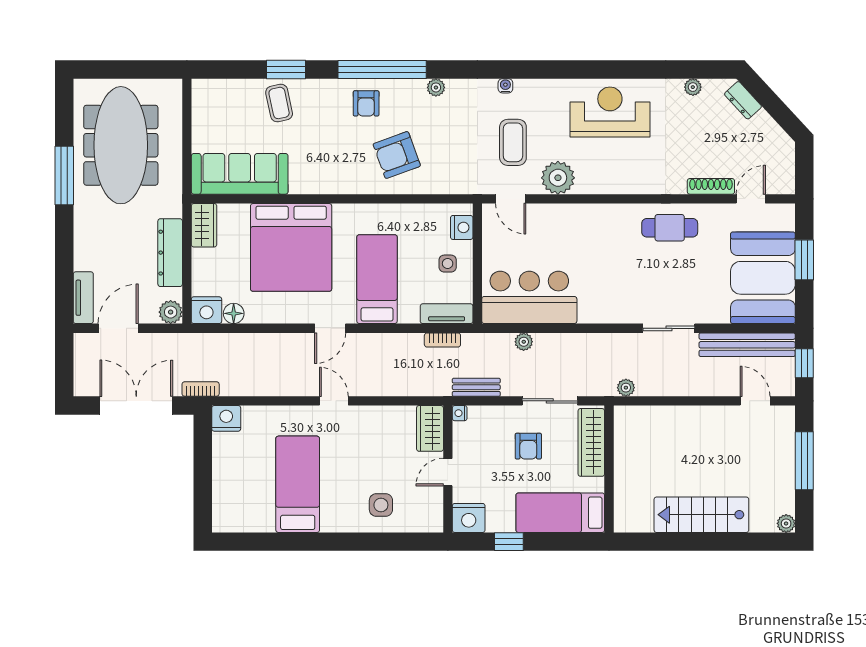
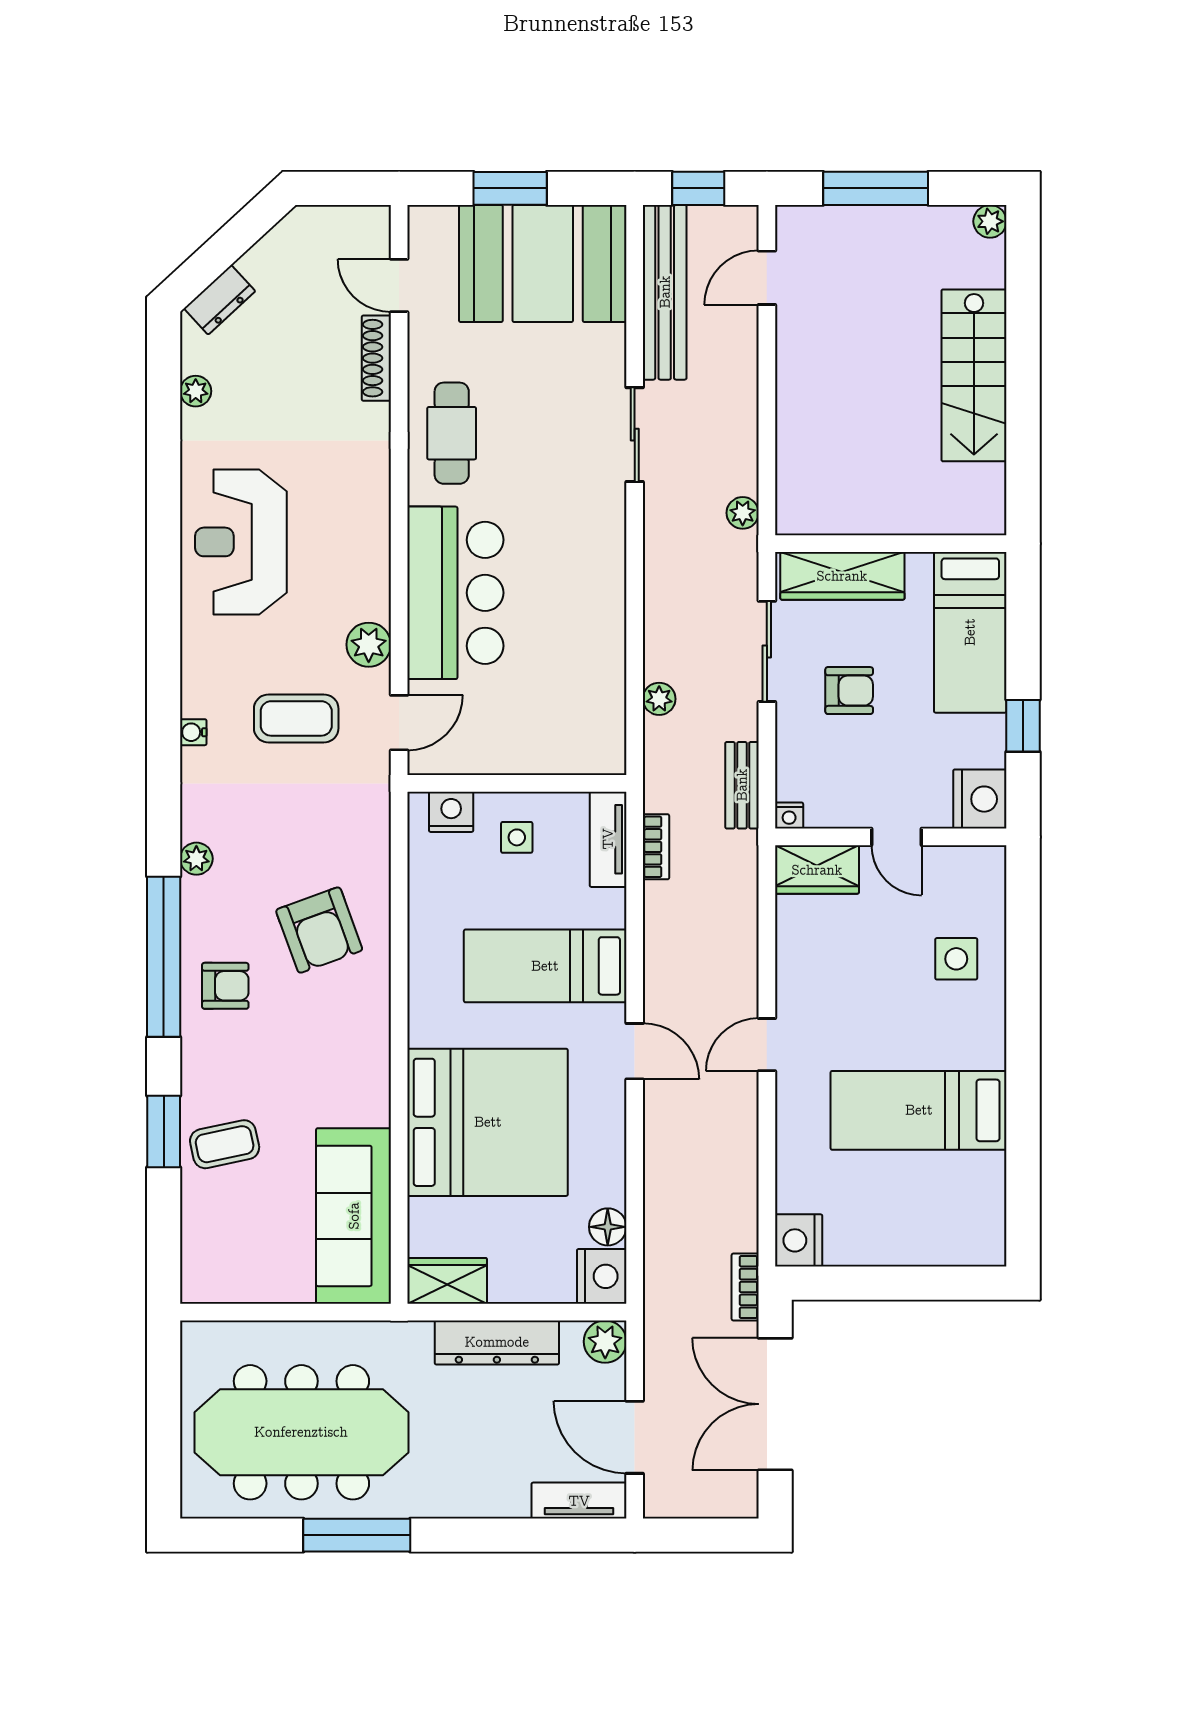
plant: (558, 178) -> (369, 645), width x0.73, depth x0.73
bar counter: (529, 297) -> (455, 593), moved, turned 180

